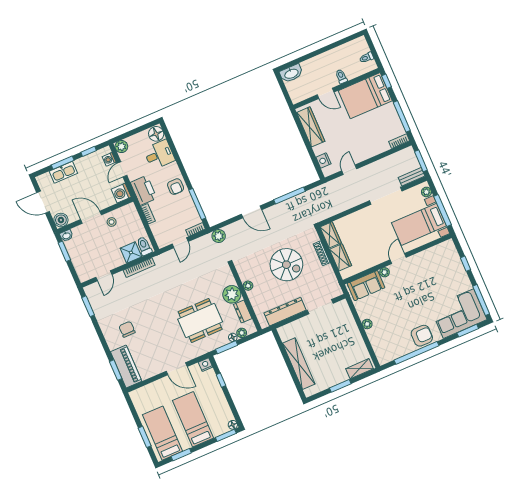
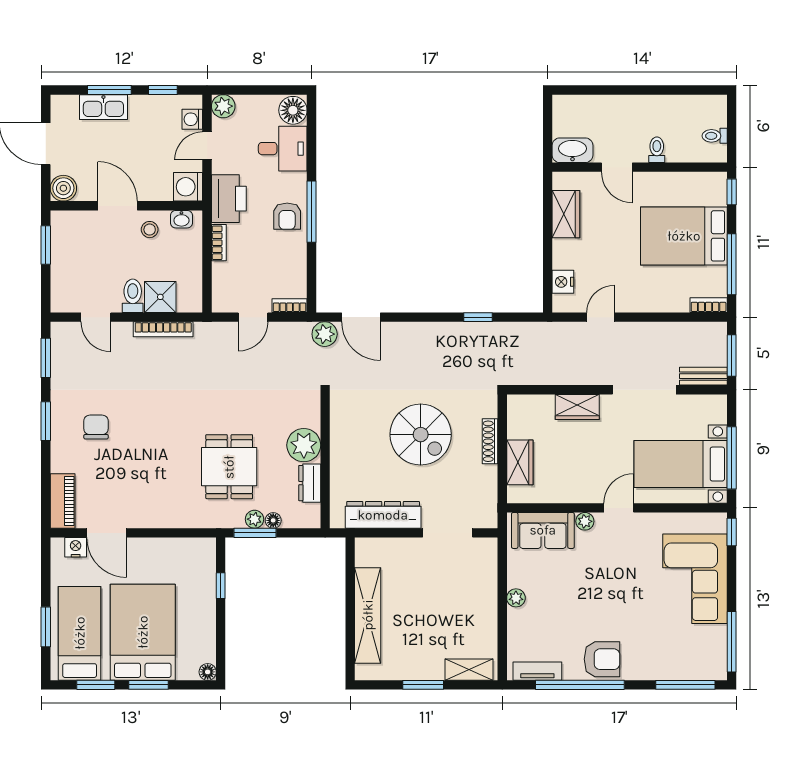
washbasin: (291, 73) -> (572, 150), moved, turned 180
bed: (365, 96) -> (684, 236), moved
wardrobe: (311, 127) -> (566, 214), width x0.67
plant: (426, 192) -> (718, 414), removed
window: (290, 195) -> (478, 317), width x0.46
window: (197, 204) -> (311, 212), moved
door: (252, 212) -> (361, 317), moved
wardrobe: (331, 235) -> (577, 407), moved, turned 90
washbasin: (66, 236) -> (181, 219), moved
toilet: (144, 246) -> (133, 296), moved
window: (466, 264) -> (732, 532), moved
door: (104, 276) -> (96, 317), hinge flipped
plant: (248, 286) -> (338, 442), removed
corner sofa: (459, 314) -> (695, 579), moved, turned -90
dining table: (200, 321) -> (229, 467), width x0.73
window: (468, 331) -> (685, 685), width x1.44
plant: (242, 333) -> (254, 519), moved
tv unit: (393, 355) -> (537, 671), added
nightstand: (205, 365) -> (76, 547), moved
piano: (126, 366) -> (63, 501), width x0.73, depth x0.75
door: (177, 369) -> (107, 533), moved
window: (116, 370) -> (46, 421), moved
bed: (193, 419) -> (143, 632), width x1.50
window: (226, 435) -> (149, 685), moved

